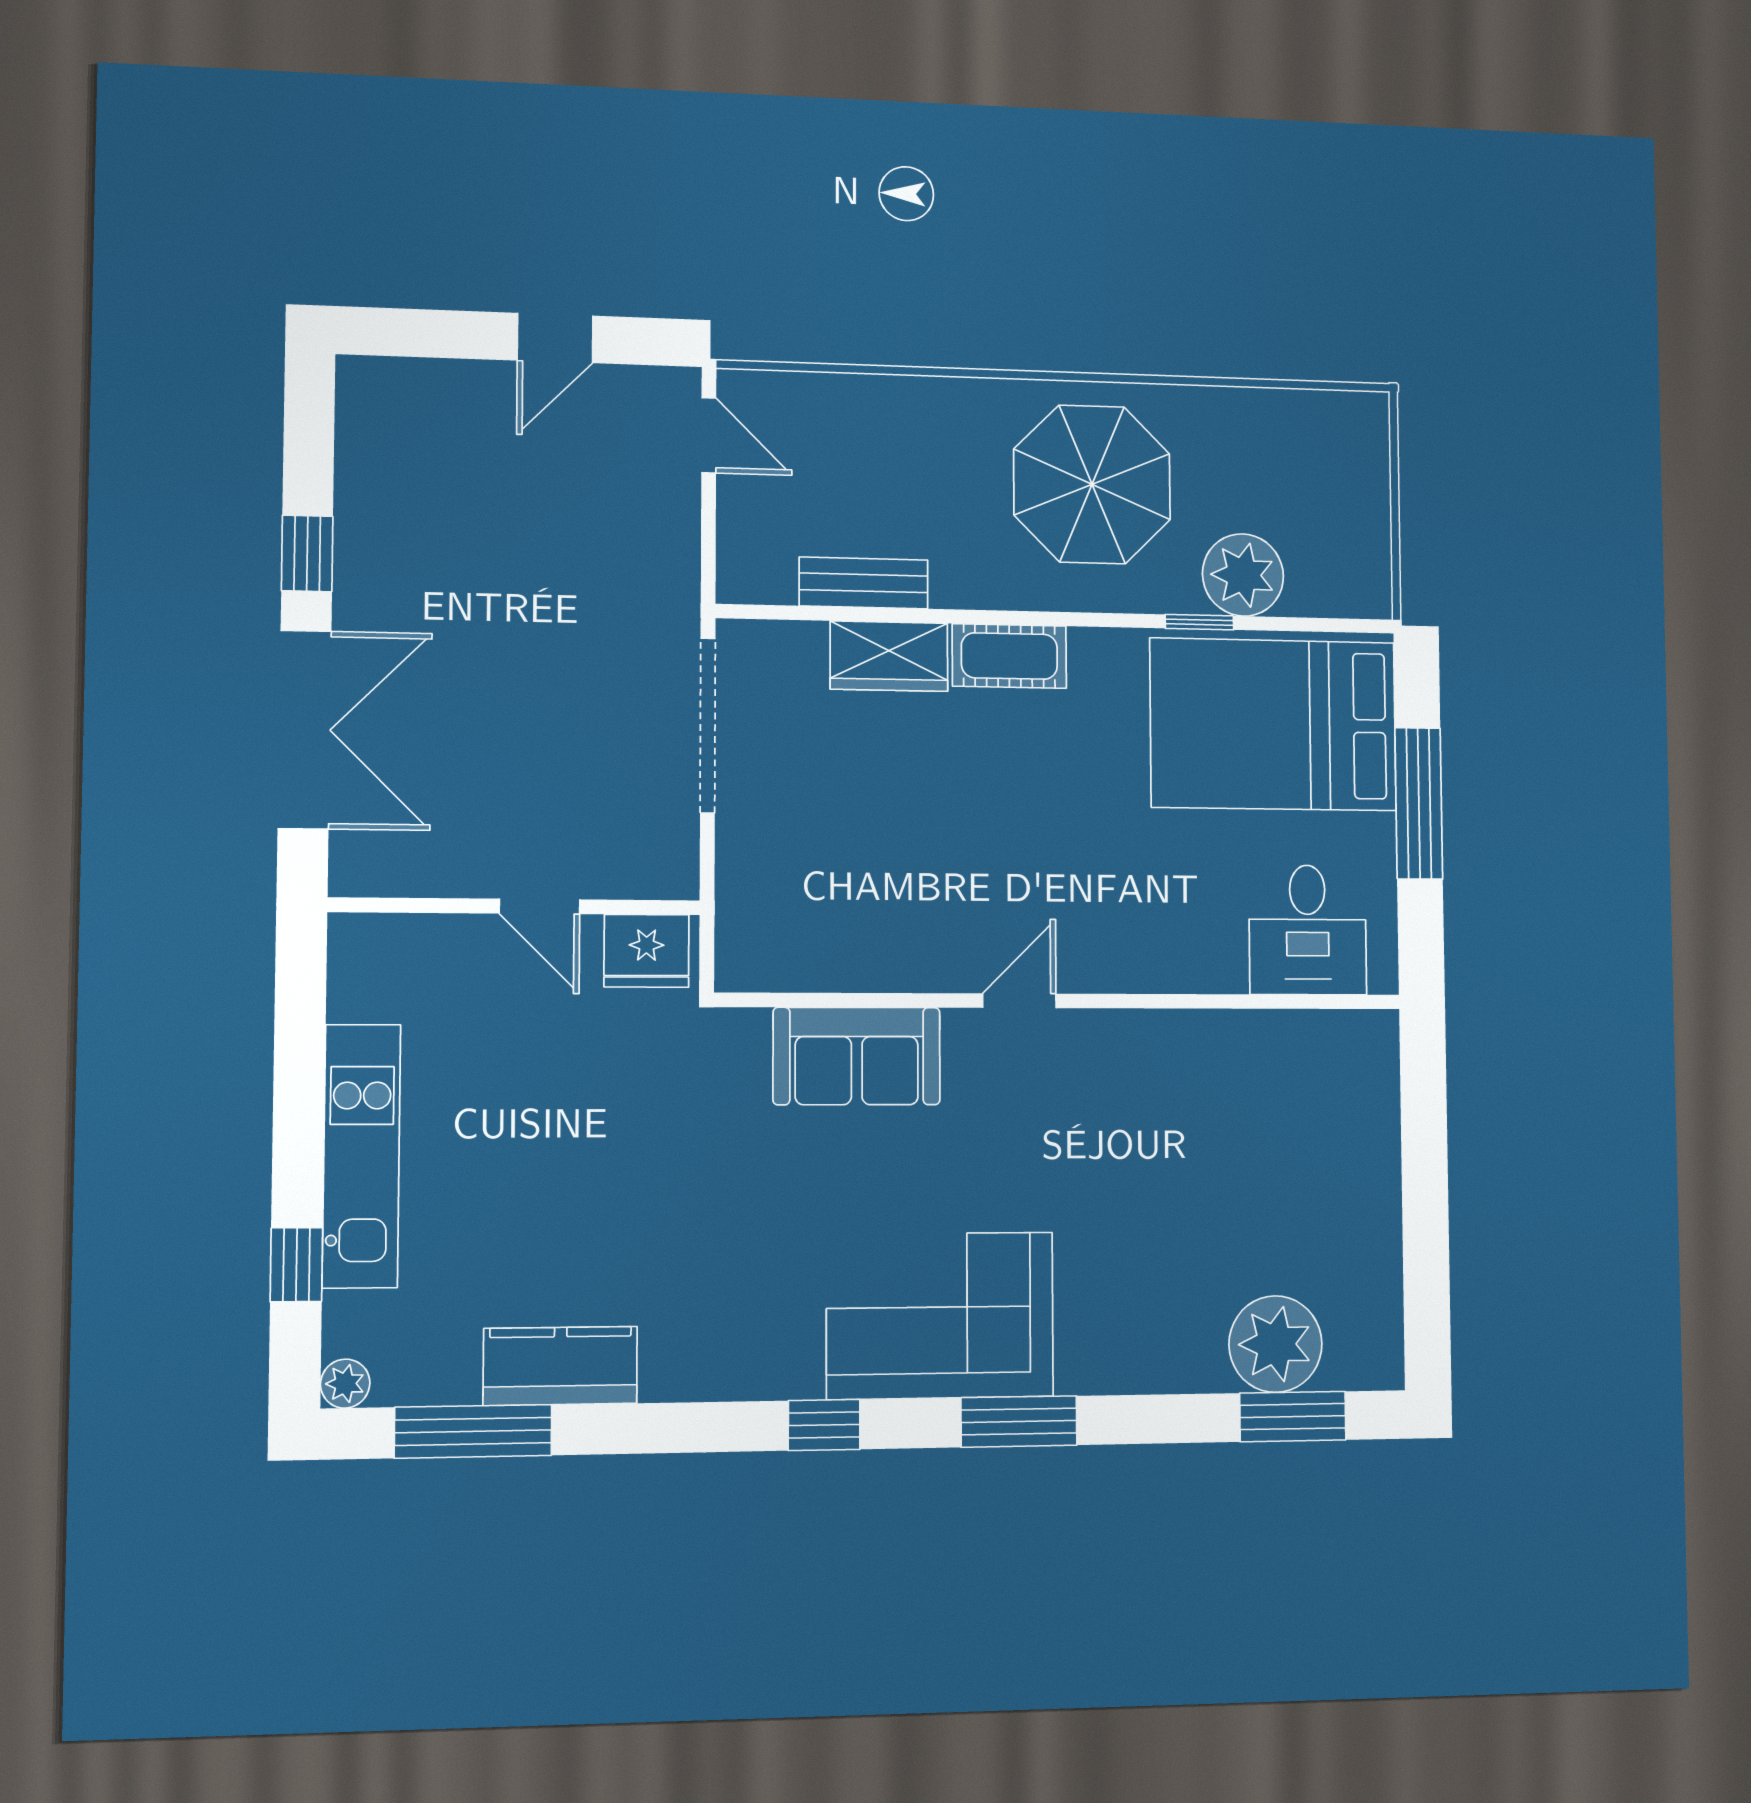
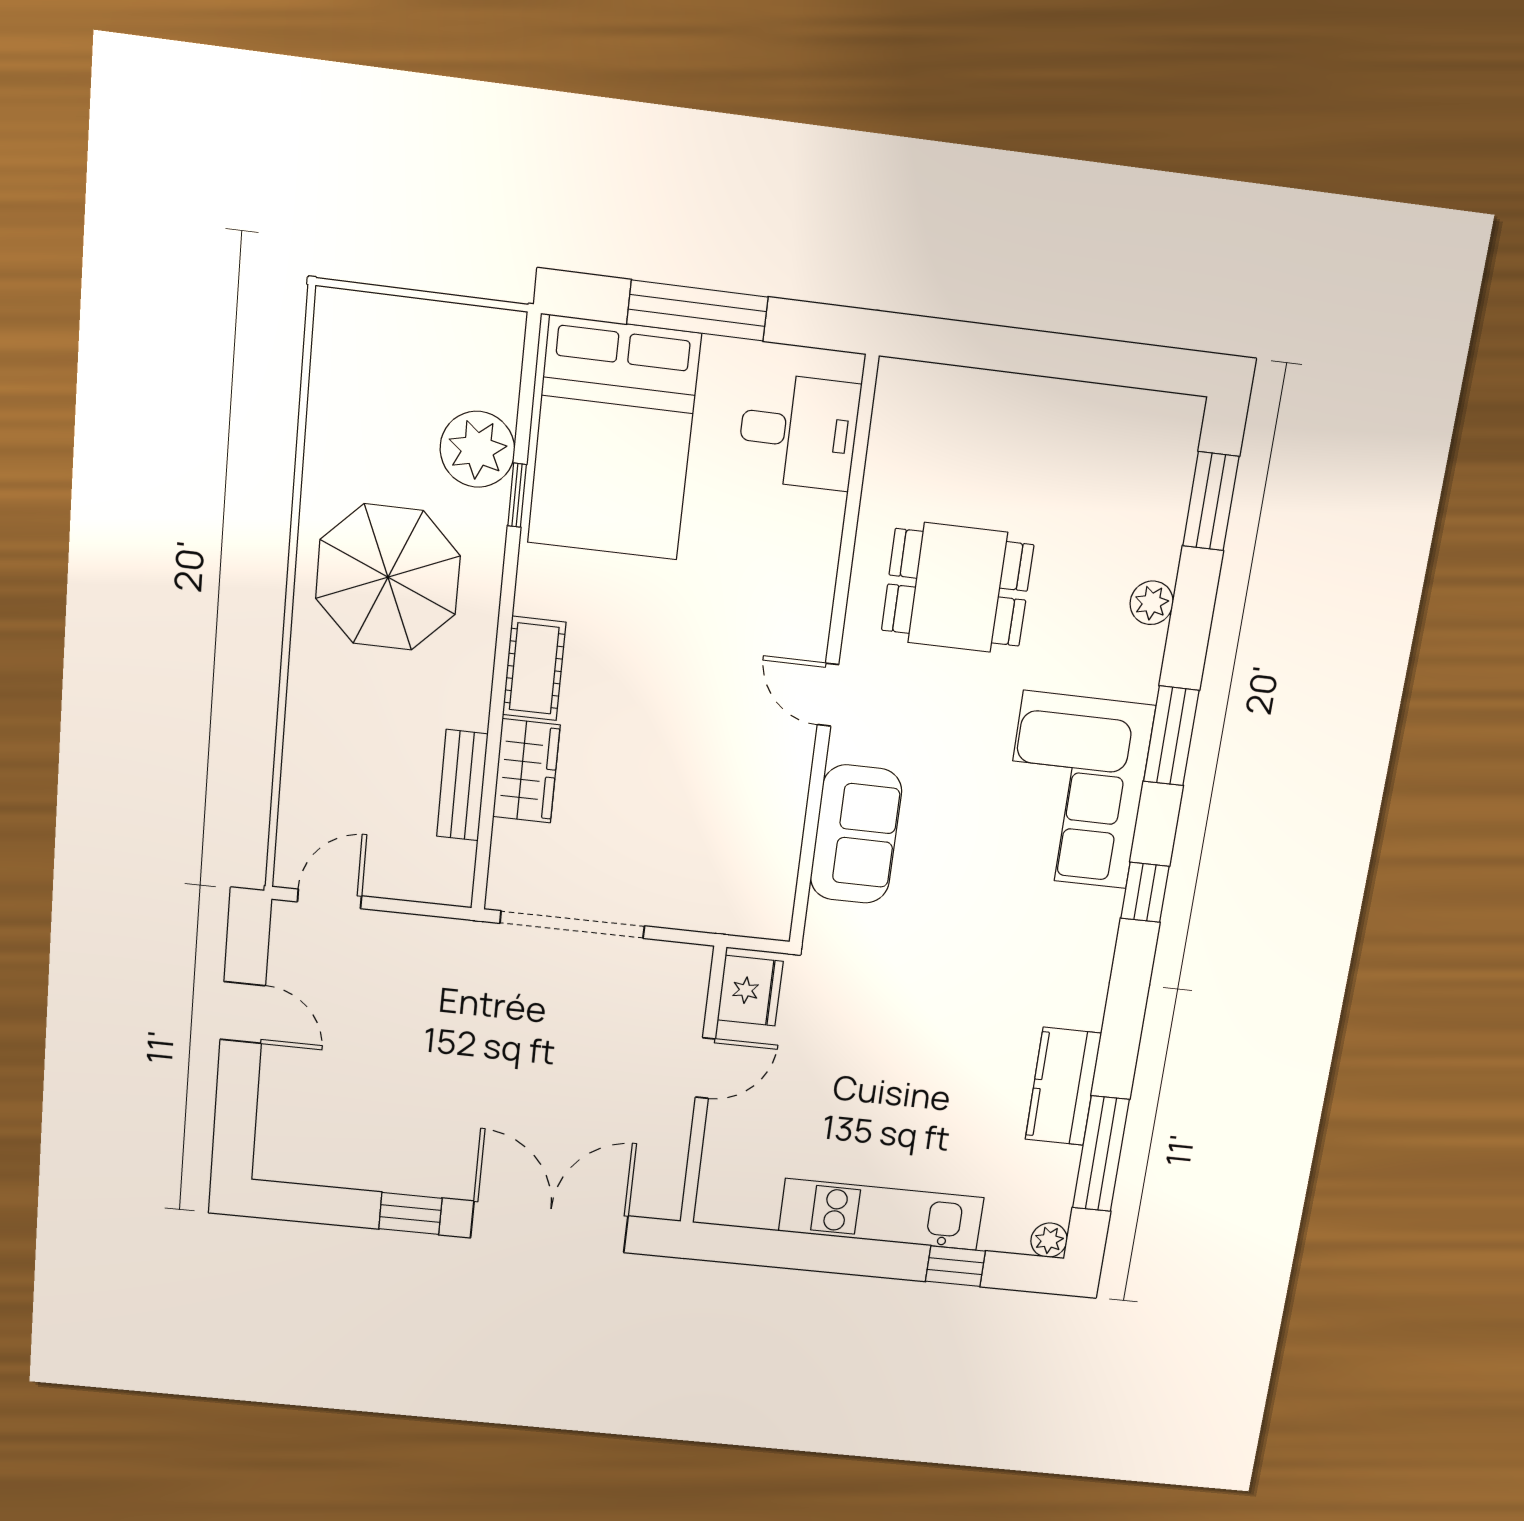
dining table: (1160, 1136) -> (958, 588), added
plant: (1275, 1344) -> (1152, 603), moved, width x0.53, depth x0.53

